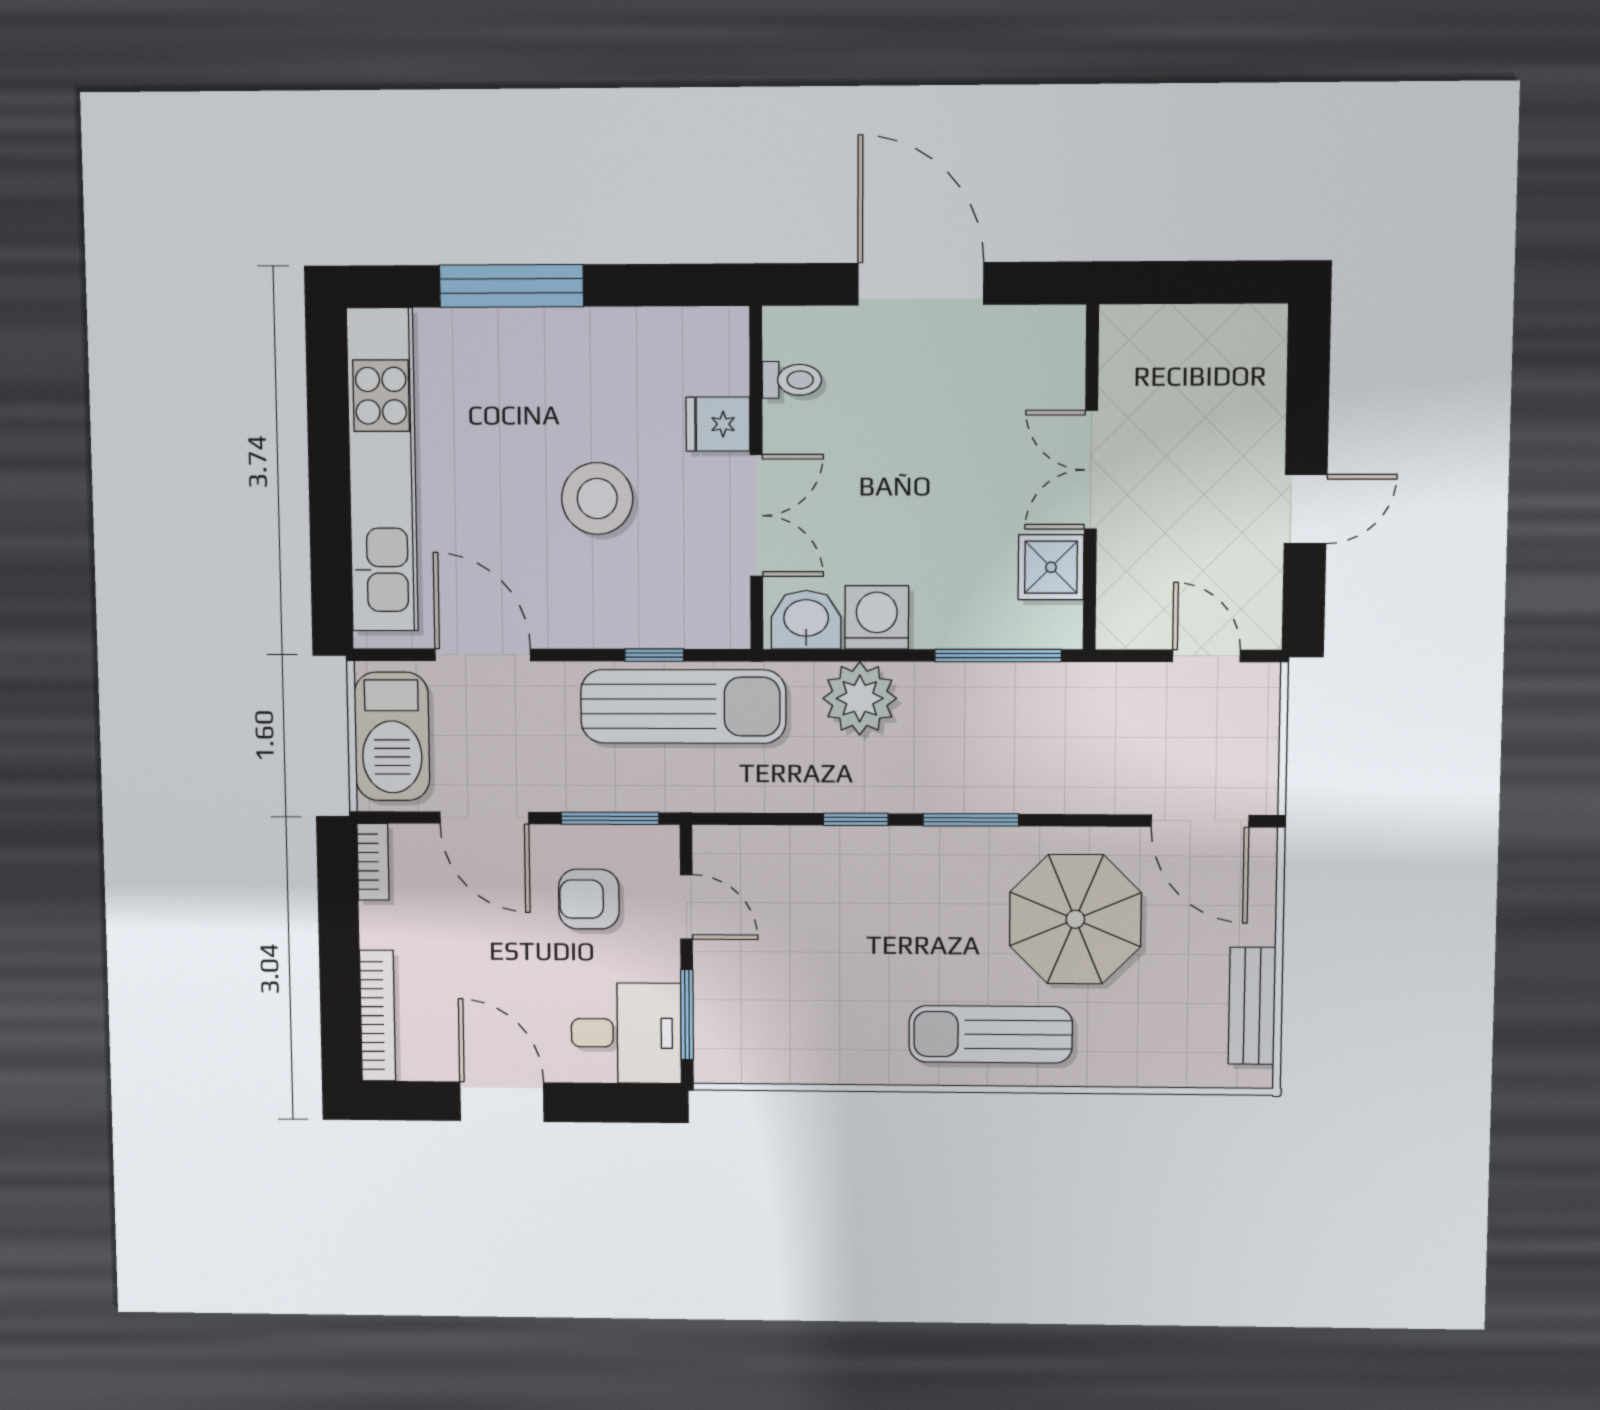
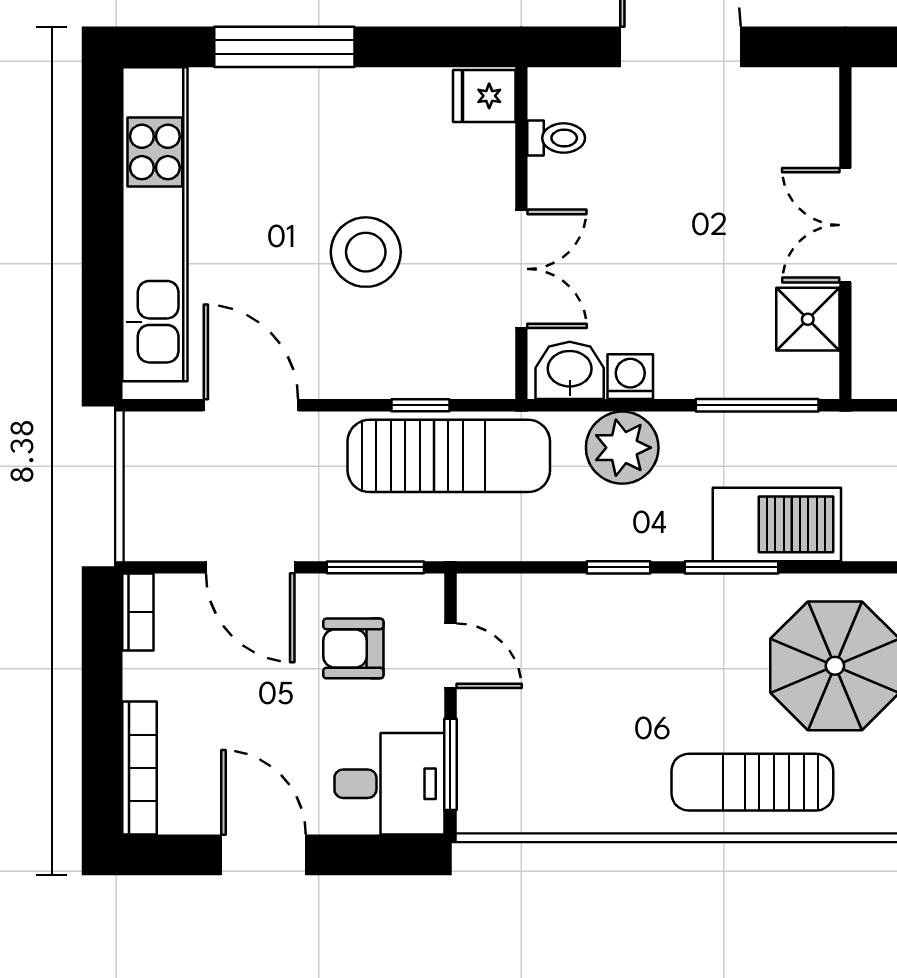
fridge: (718, 424) -> (484, 96), moved
washing machine: (877, 617) -> (630, 377), width x0.73, depth x0.73
barbecue: (392, 736) -> (777, 524), moved, turned -90

